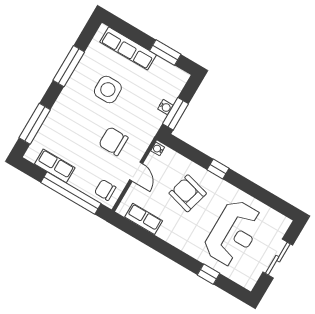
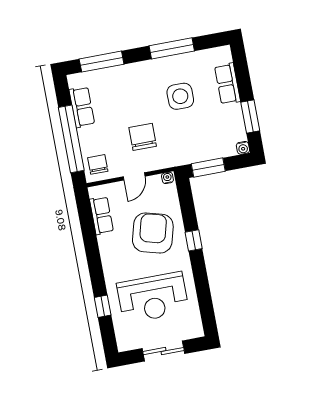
row of seats: (128, 48) -> (227, 84), width x0.68
water cooler: (165, 107) -> (243, 148), moved
armchair: (188, 193) -> (153, 233), width x1.36, depth x1.36

